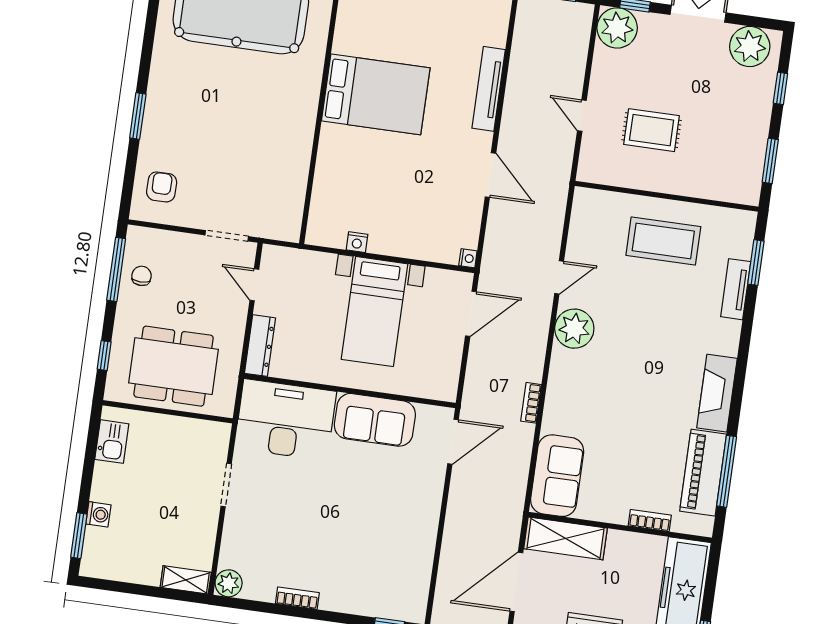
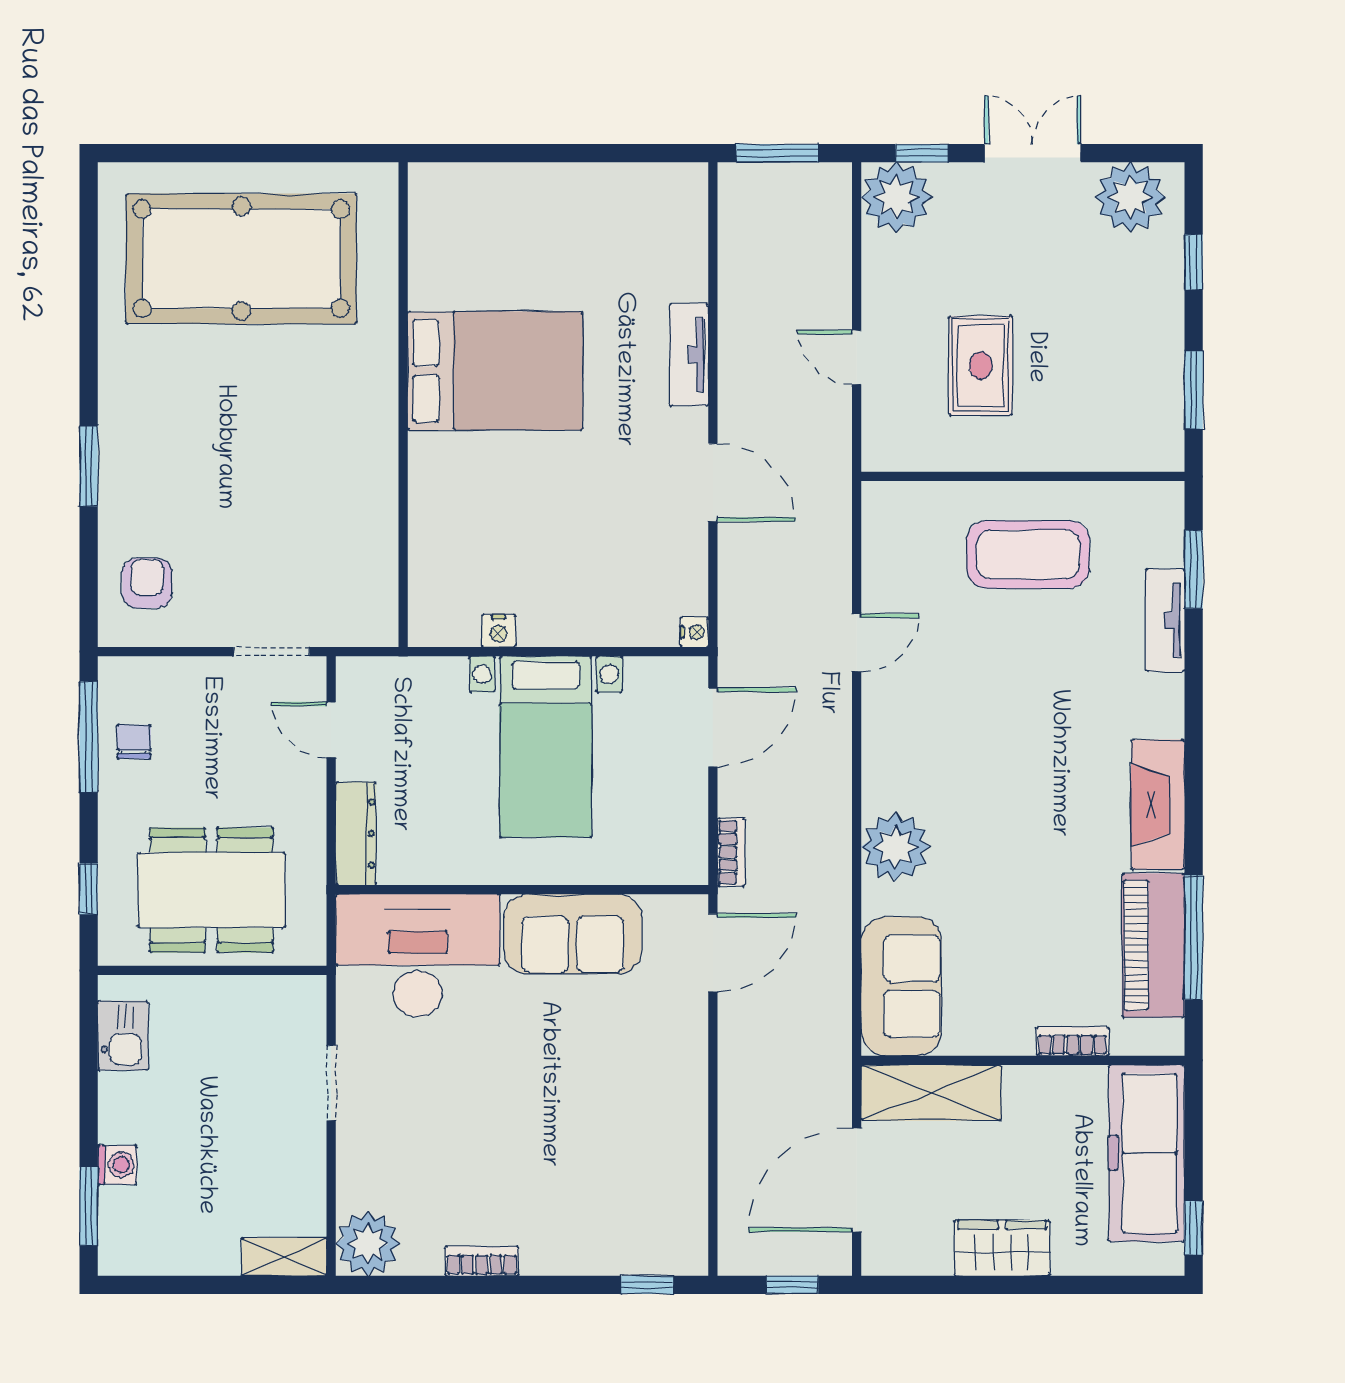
tv unit: (489, 89) -> (689, 355), width x0.71
rug: (652, 130) -> (981, 366), turned 90
plant: (574, 329) -> (895, 847), moved
bookcase: (531, 403) -> (731, 852), moved, turned 180
plant: (229, 583) -> (368, 1244), width x1.36, depth x1.36

